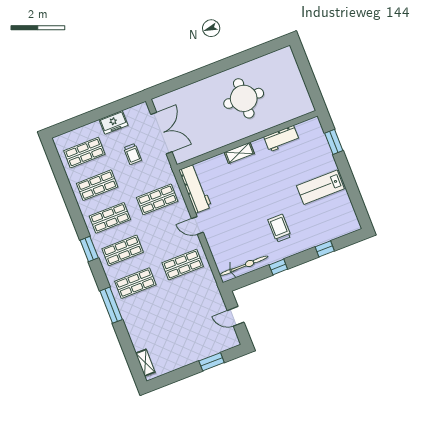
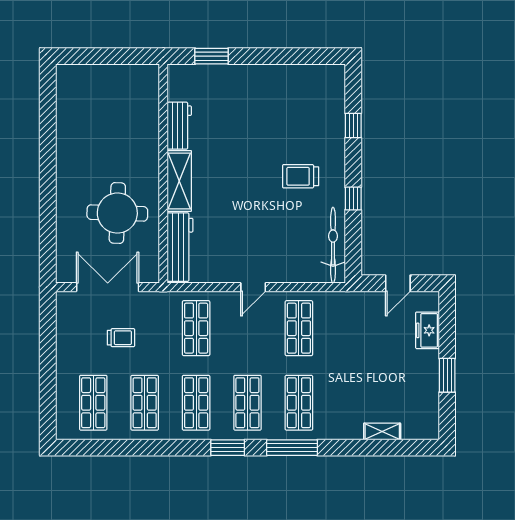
round table: (244, 98) -> (117, 213), moved
freezer: (114, 122) -> (427, 330), moved, turned 180
shelving: (239, 153) -> (179, 181), width x1.50, depth x1.33
lab bench: (320, 187) -> (267, 98), removed
workbench: (195, 188) -> (180, 247), moved, turned 90
window: (111, 305) -> (292, 448), moved
window: (212, 362) -> (447, 375), moved
shelving: (145, 363) -> (382, 431), moved

